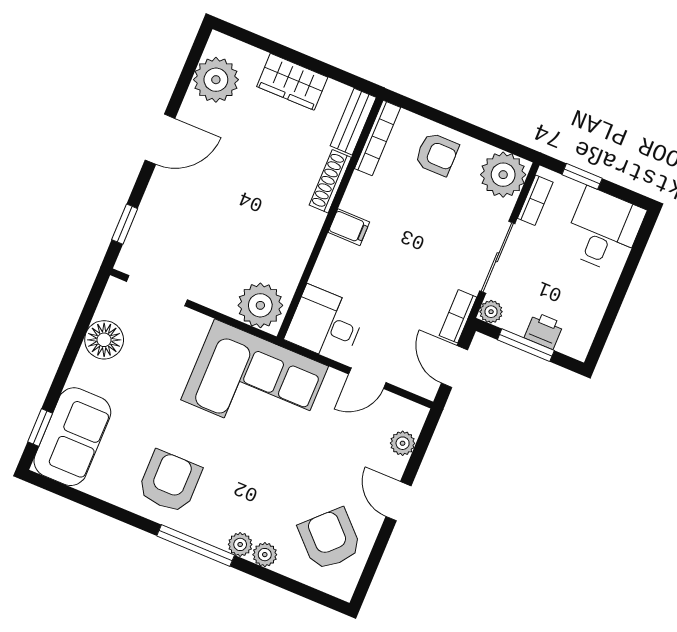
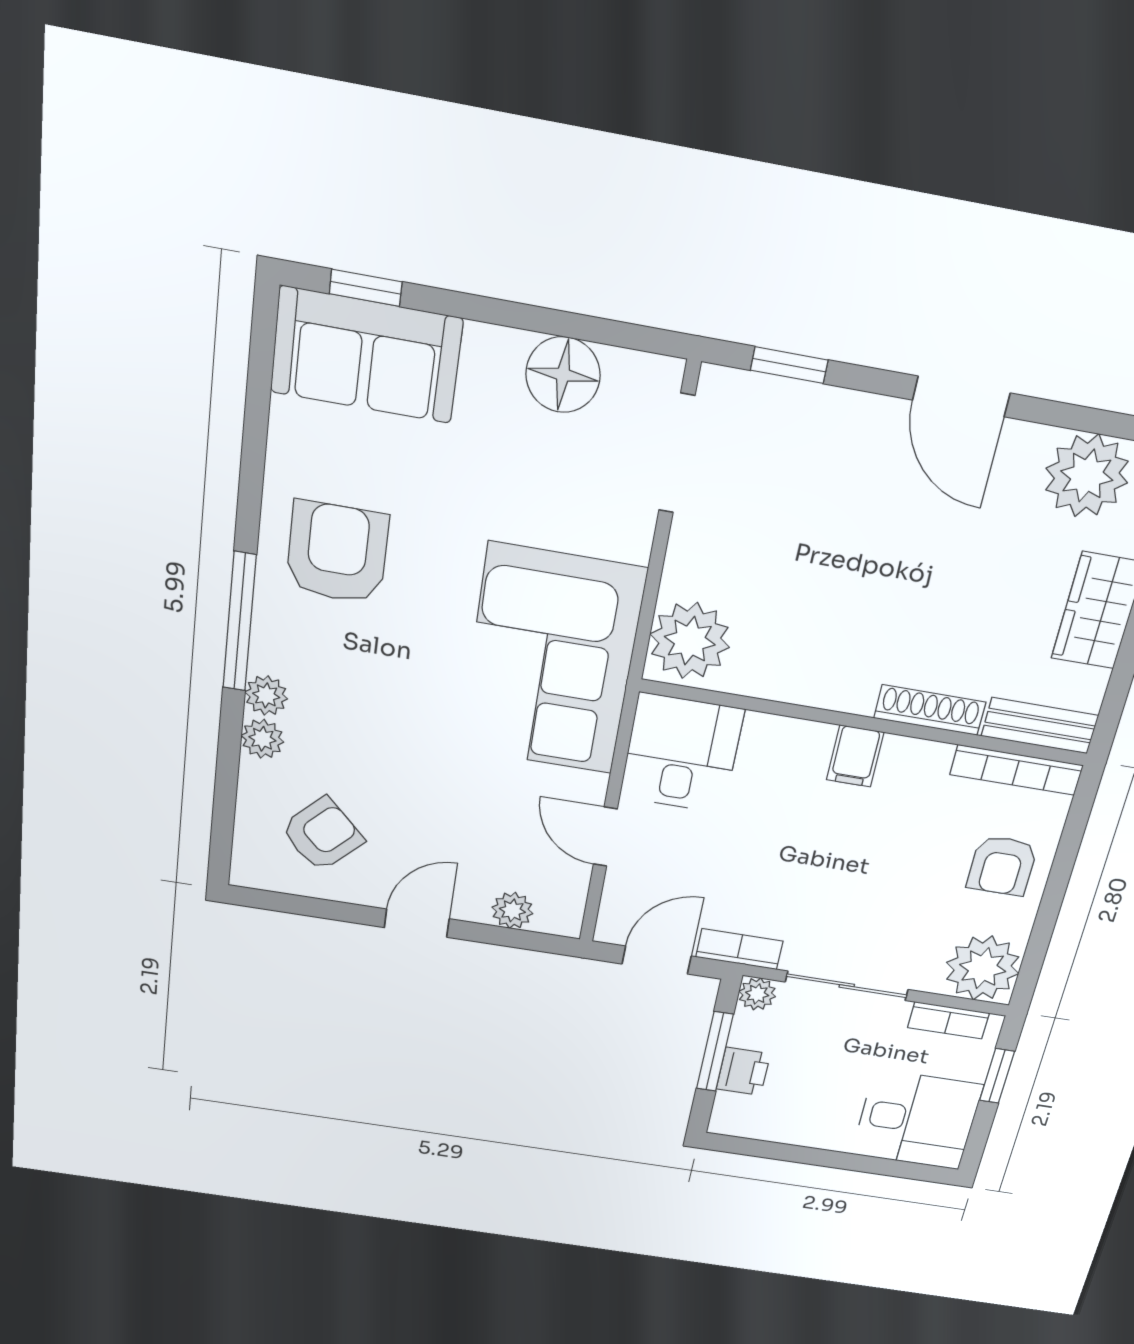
armchair: (170, 482) -> (337, 553), turned -90
armchair: (330, 539) -> (322, 834), width x0.72, depth x0.72

